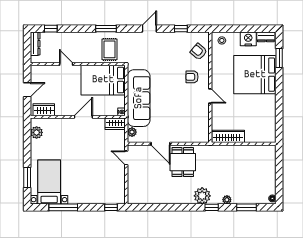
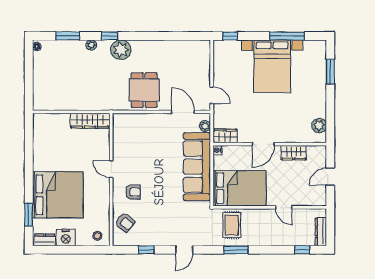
wardrobe: (44, 110) -> (294, 153), moved
door: (161, 144) -> (183, 112), moved
bed with nightstands: (49, 182) -> (272, 66), moved, width x1.36

